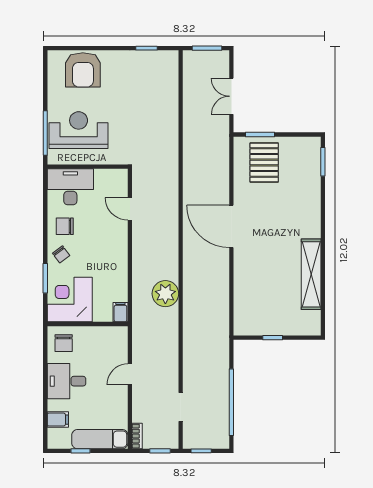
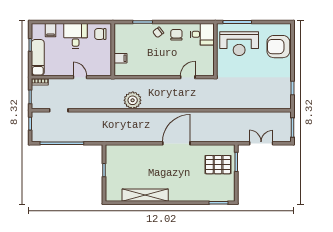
reception desk: (79, 130) -> (239, 44), turned 90
desk: (70, 187) -> (202, 34), width x0.73
corner desk: (70, 300) -> (129, 38), removed
filing cabinet: (120, 312) -> (121, 58), moved

